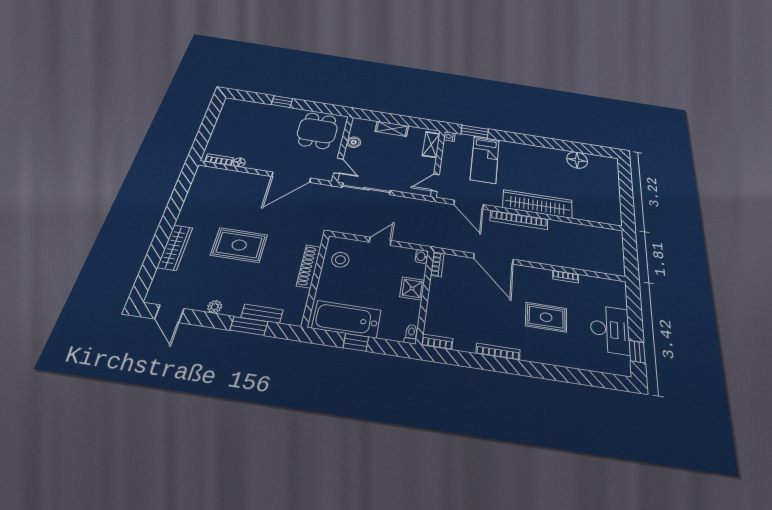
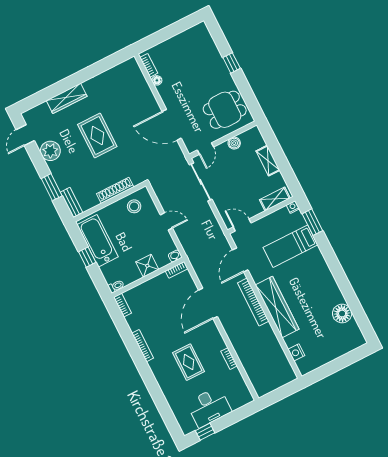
nightstand: (594, 216) -> (296, 352), added
plant: (215, 307) -> (50, 151), width x1.88, depth x1.88
bench: (262, 314) -> (72, 202), moved

